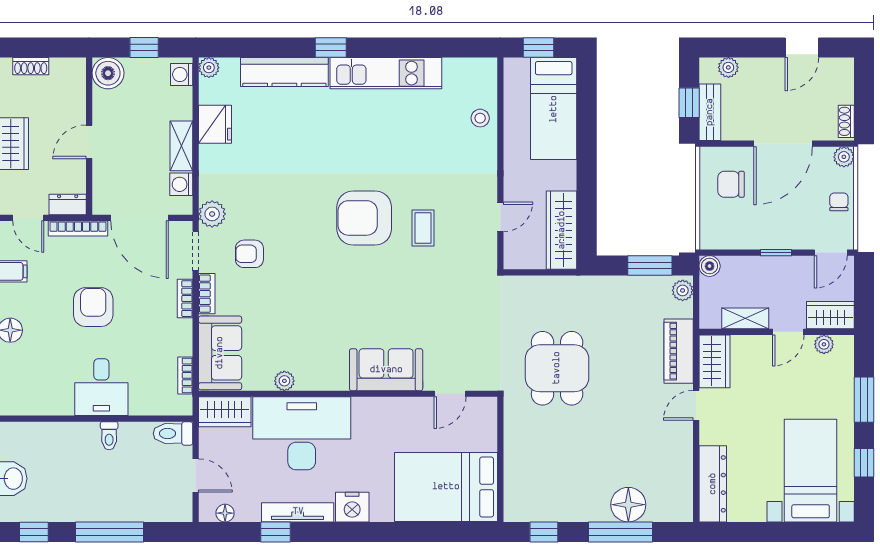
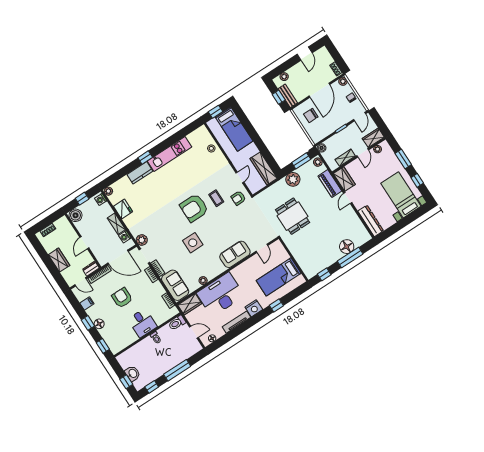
kitchen counter: (284, 72) -> (140, 173), width x0.67
armchair: (249, 254) -> (238, 198), moved
side table: (314, 288) -> (193, 243), added
plant: (607, 293) -> (293, 179), added
bed: (446, 487) -> (279, 277), width x0.67
window: (275, 532) -> (276, 306), moved

